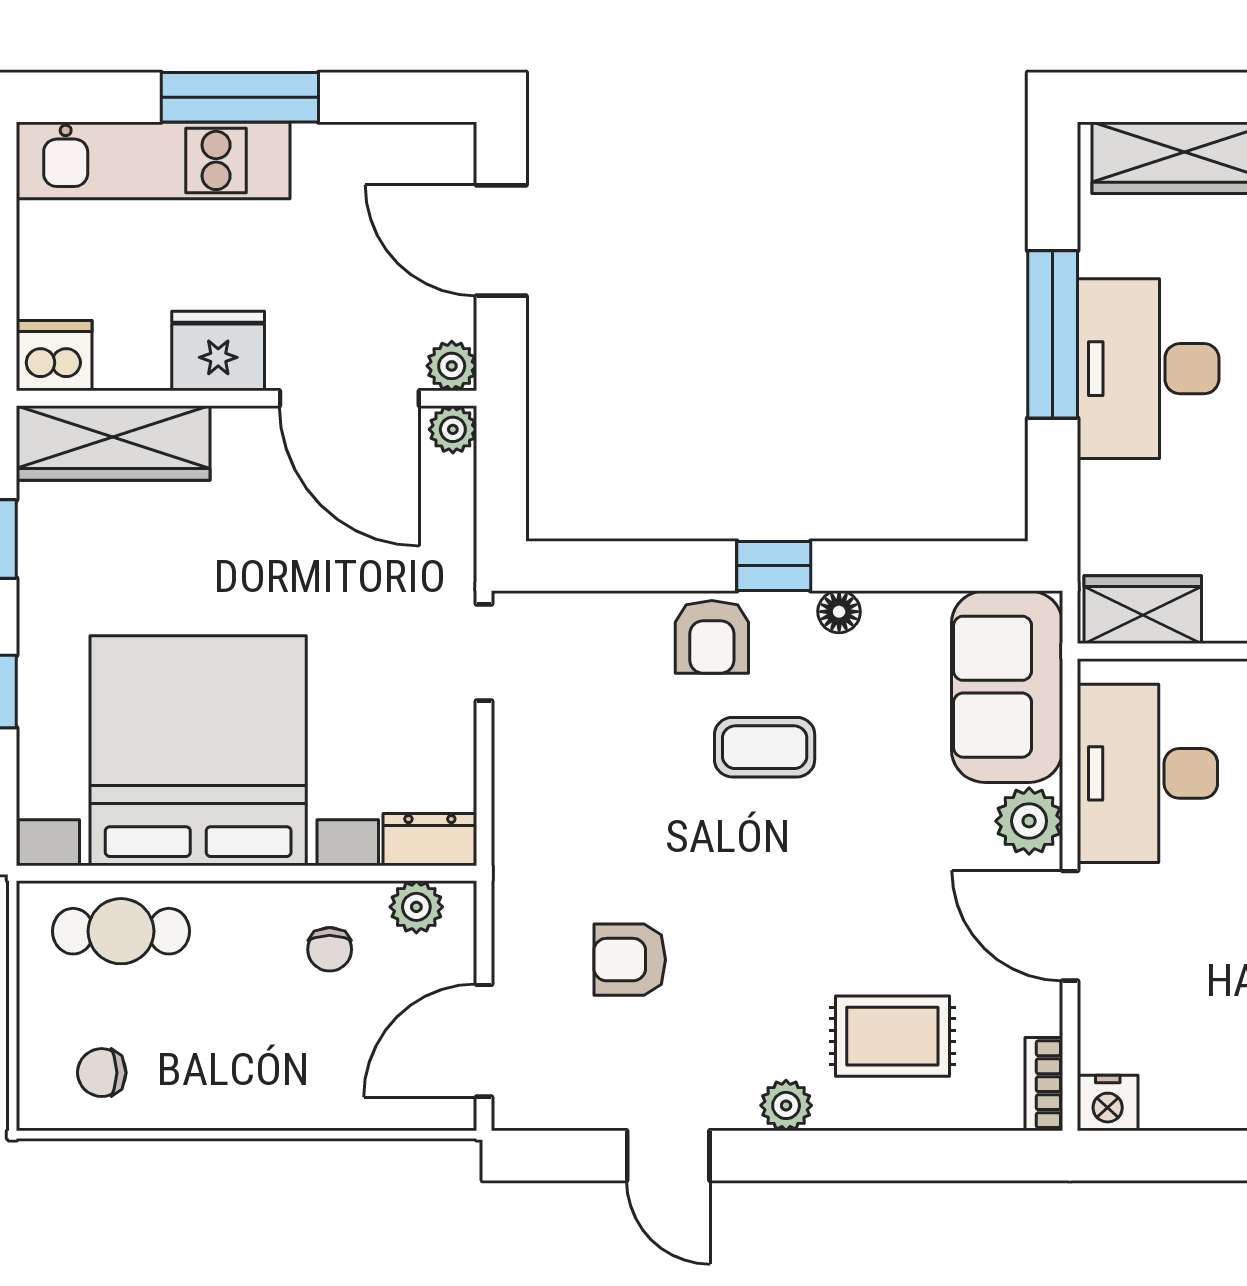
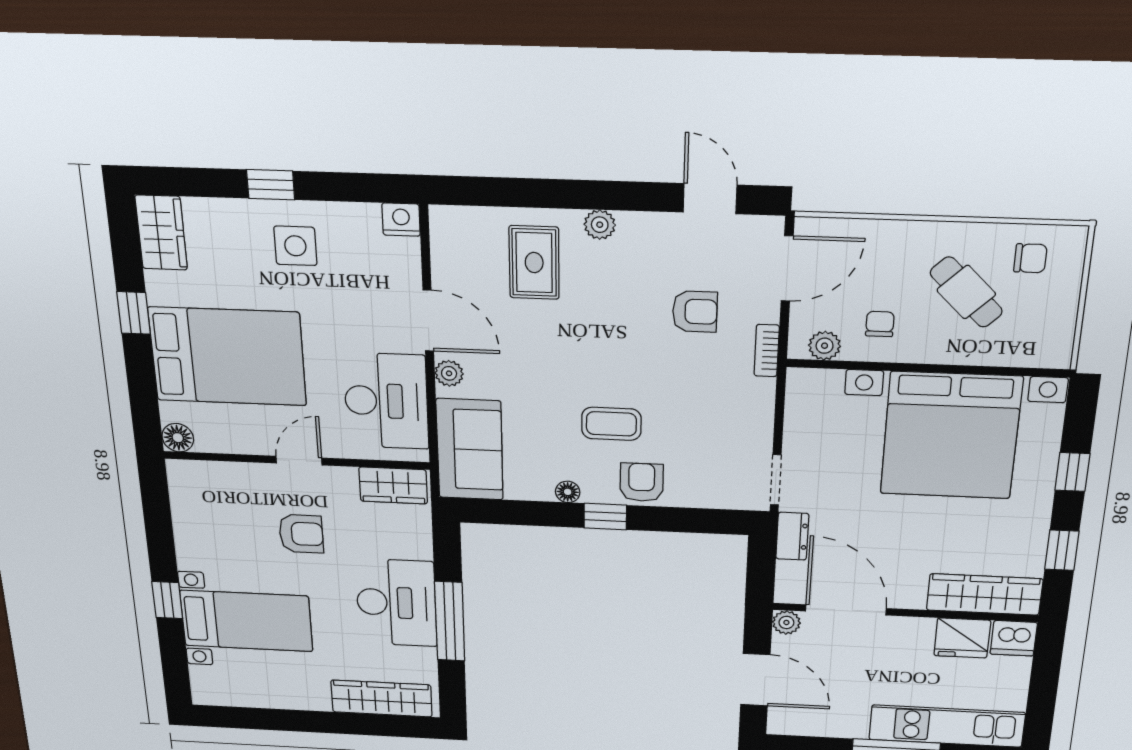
fridge: (218, 351) -> (962, 638), moved
plant: (453, 429) -> (788, 592), removed
plant: (1029, 821) -> (449, 373), width x0.73, depth x0.73
dresser: (430, 840) -> (792, 536), moved, turned -90
cafe table: (121, 931) -> (966, 292), moved, turned 45
rug: (892, 1036) -> (534, 263), turned 90
bookcase: (1044, 1084) -> (767, 351), moved, turned 180
door: (668, 1156) -> (710, 199), moved

